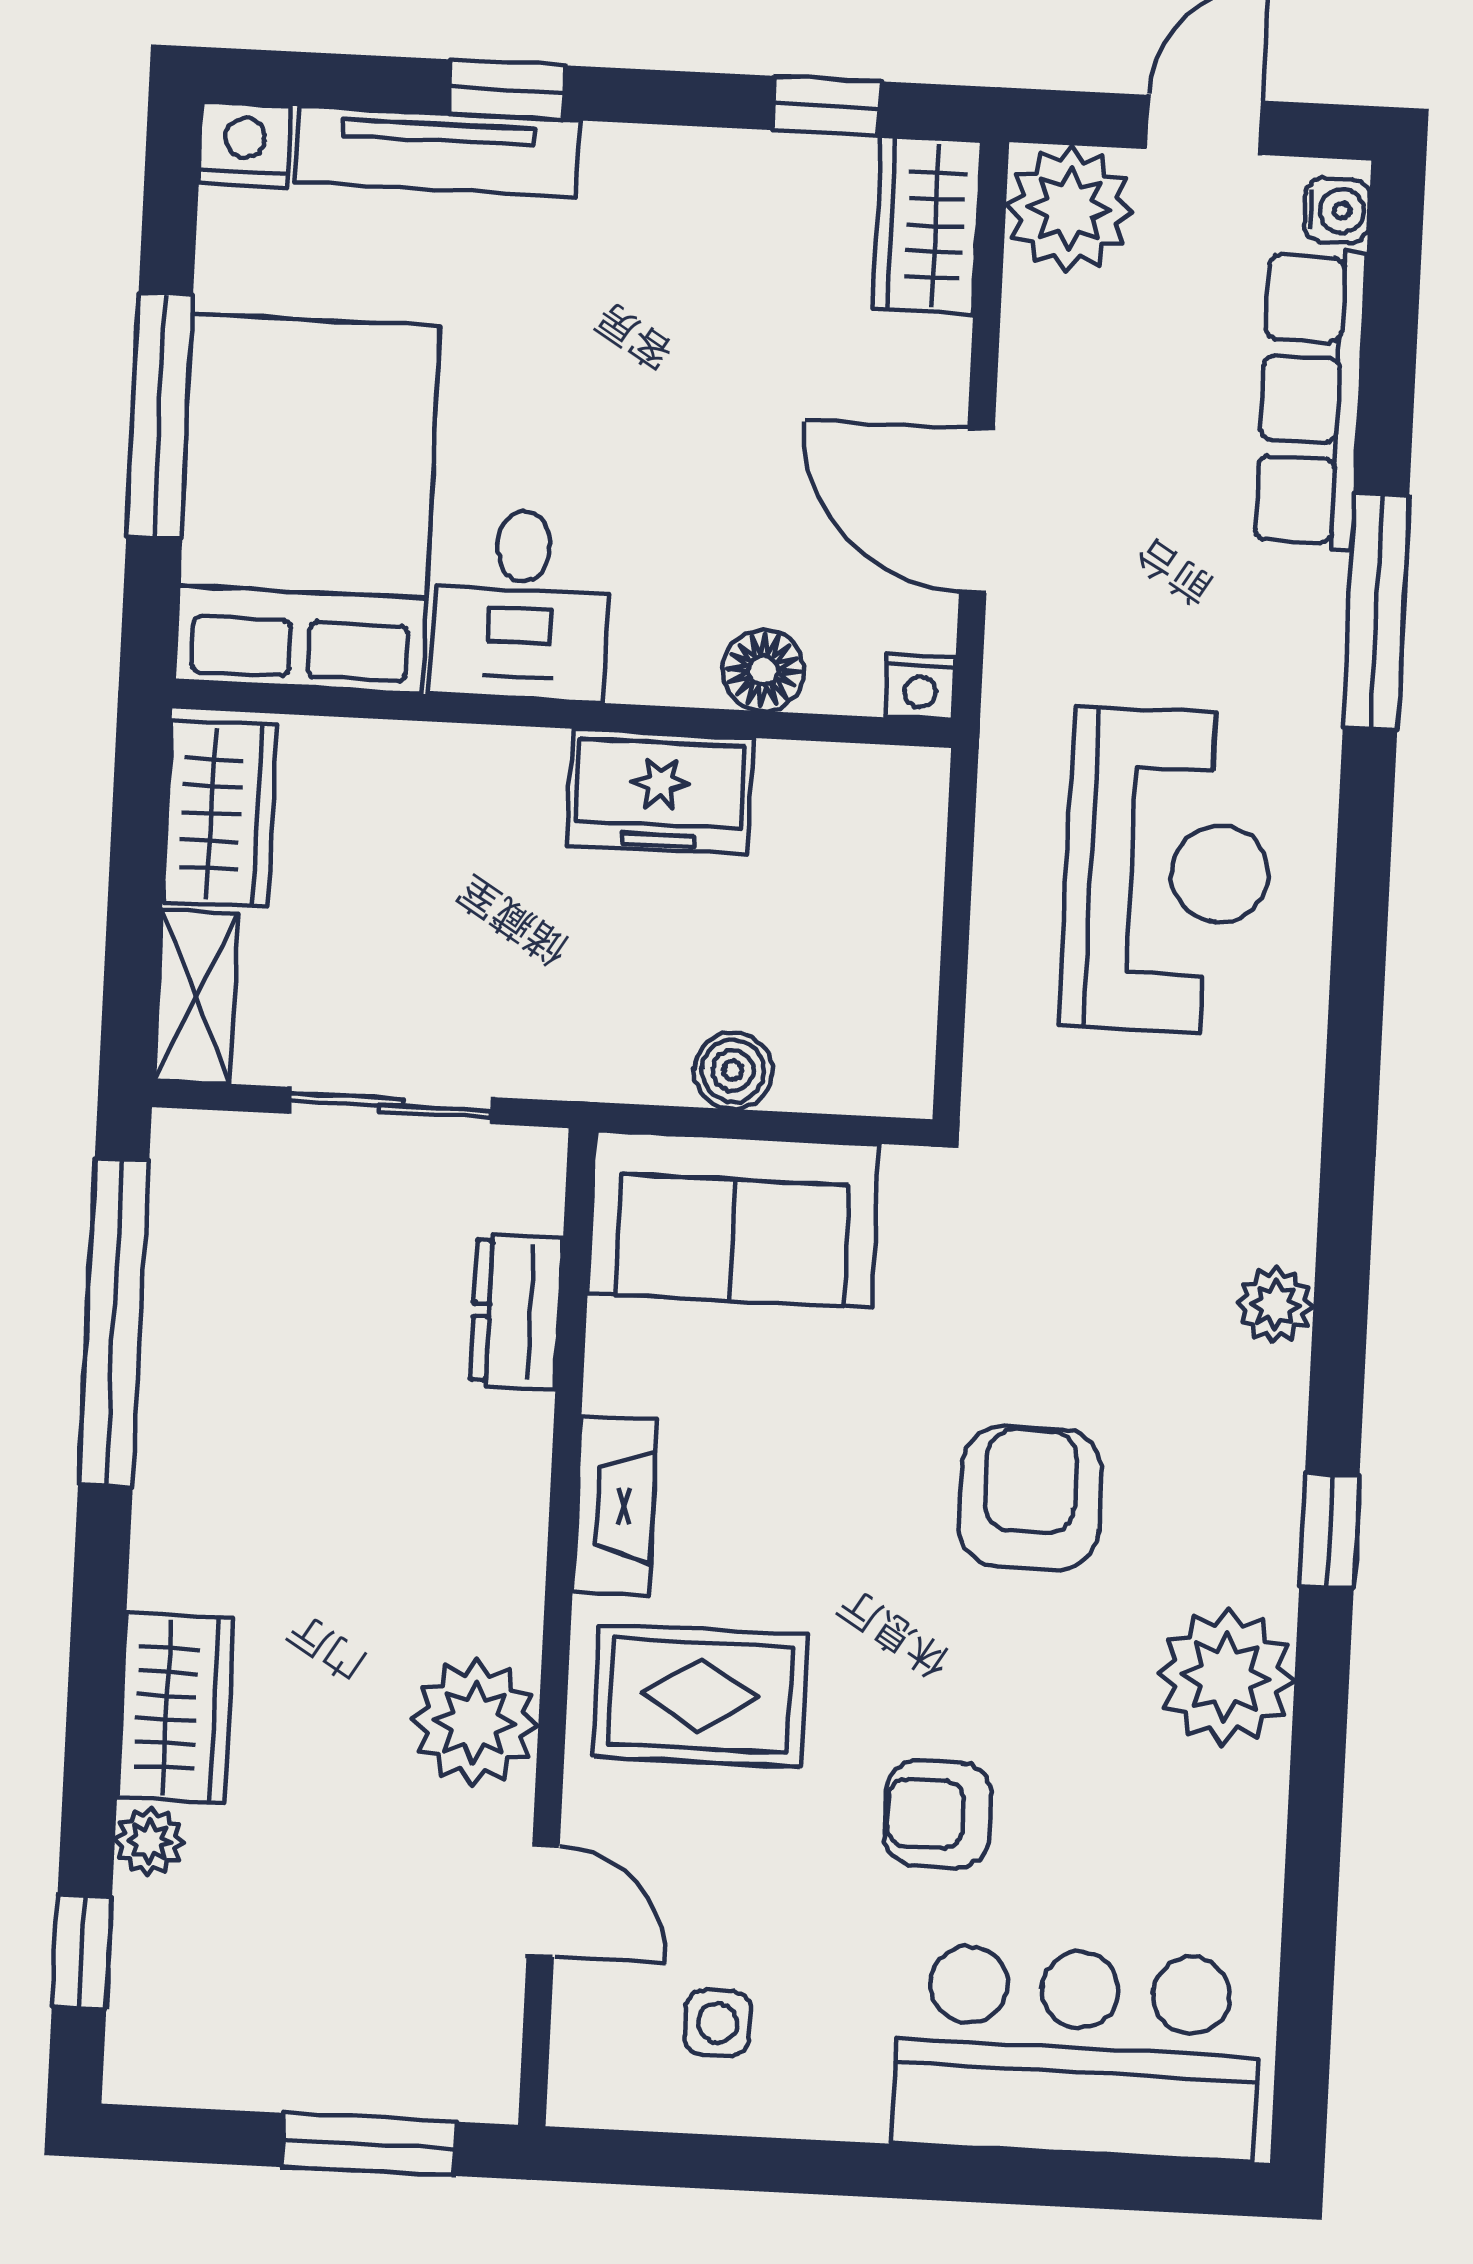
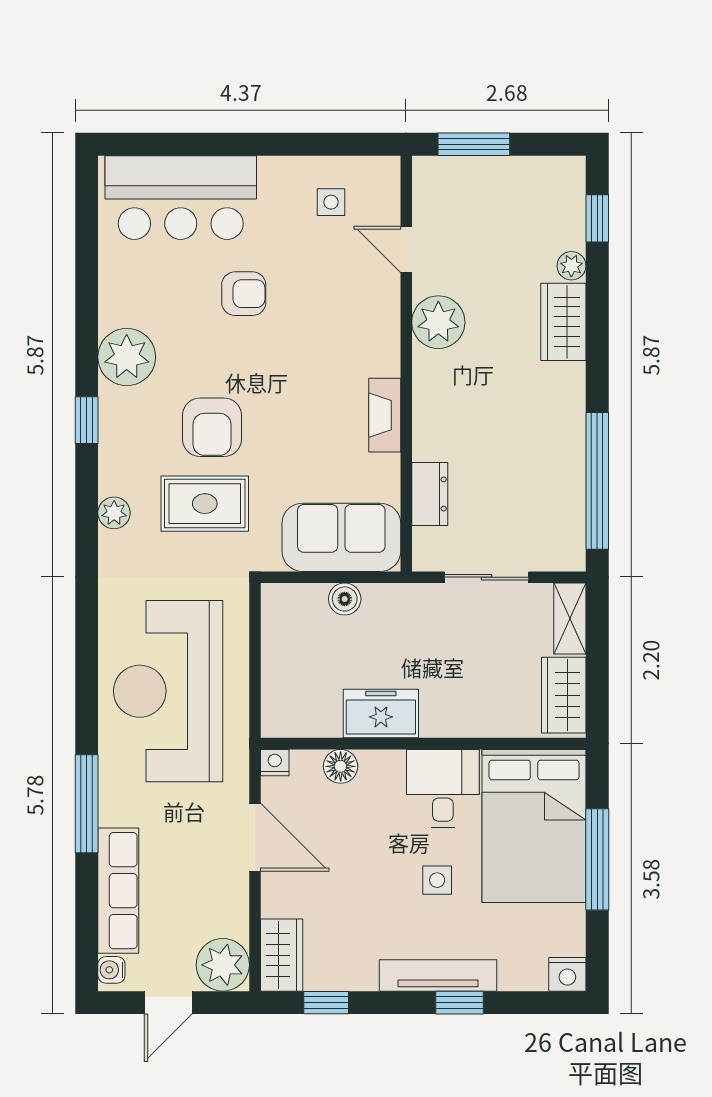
tv unit: (437, 151) -> (438, 975), moved
side table: (546, 386) -> (437, 880), added
reception desk: (1167, 871) -> (168, 691), width x1.36, depth x1.30
rug: (700, 1696) -> (205, 504), moved

